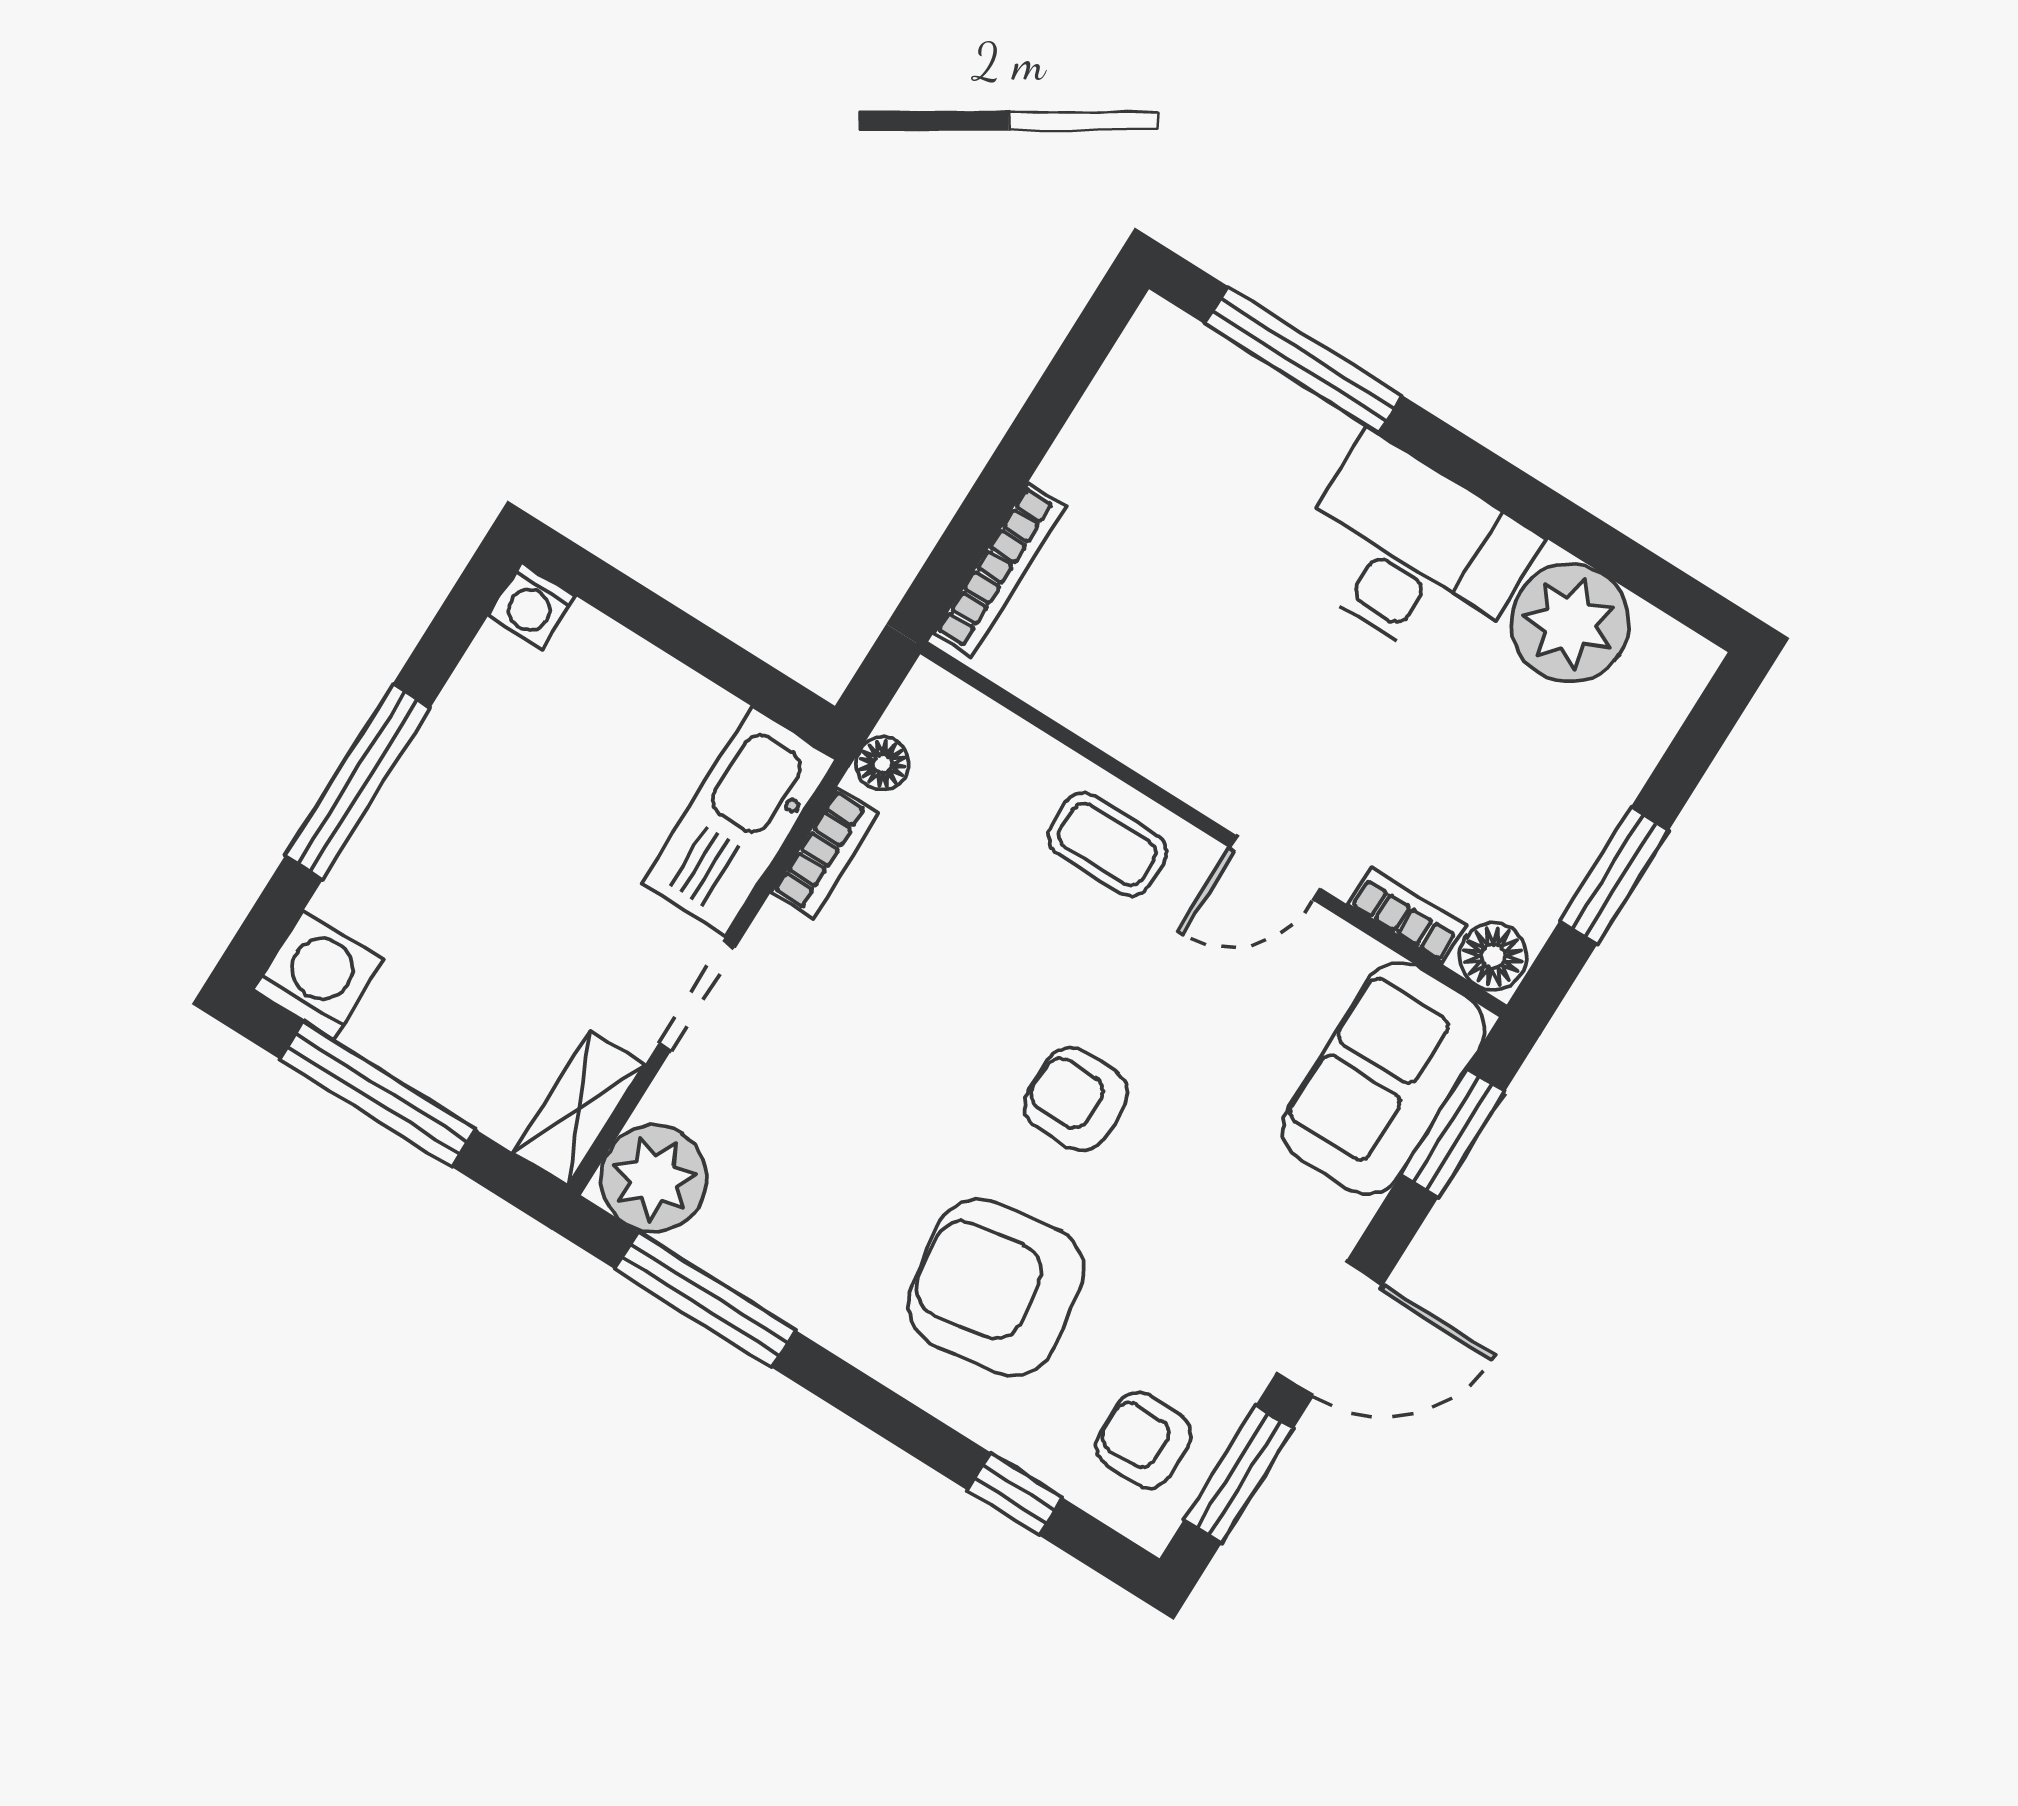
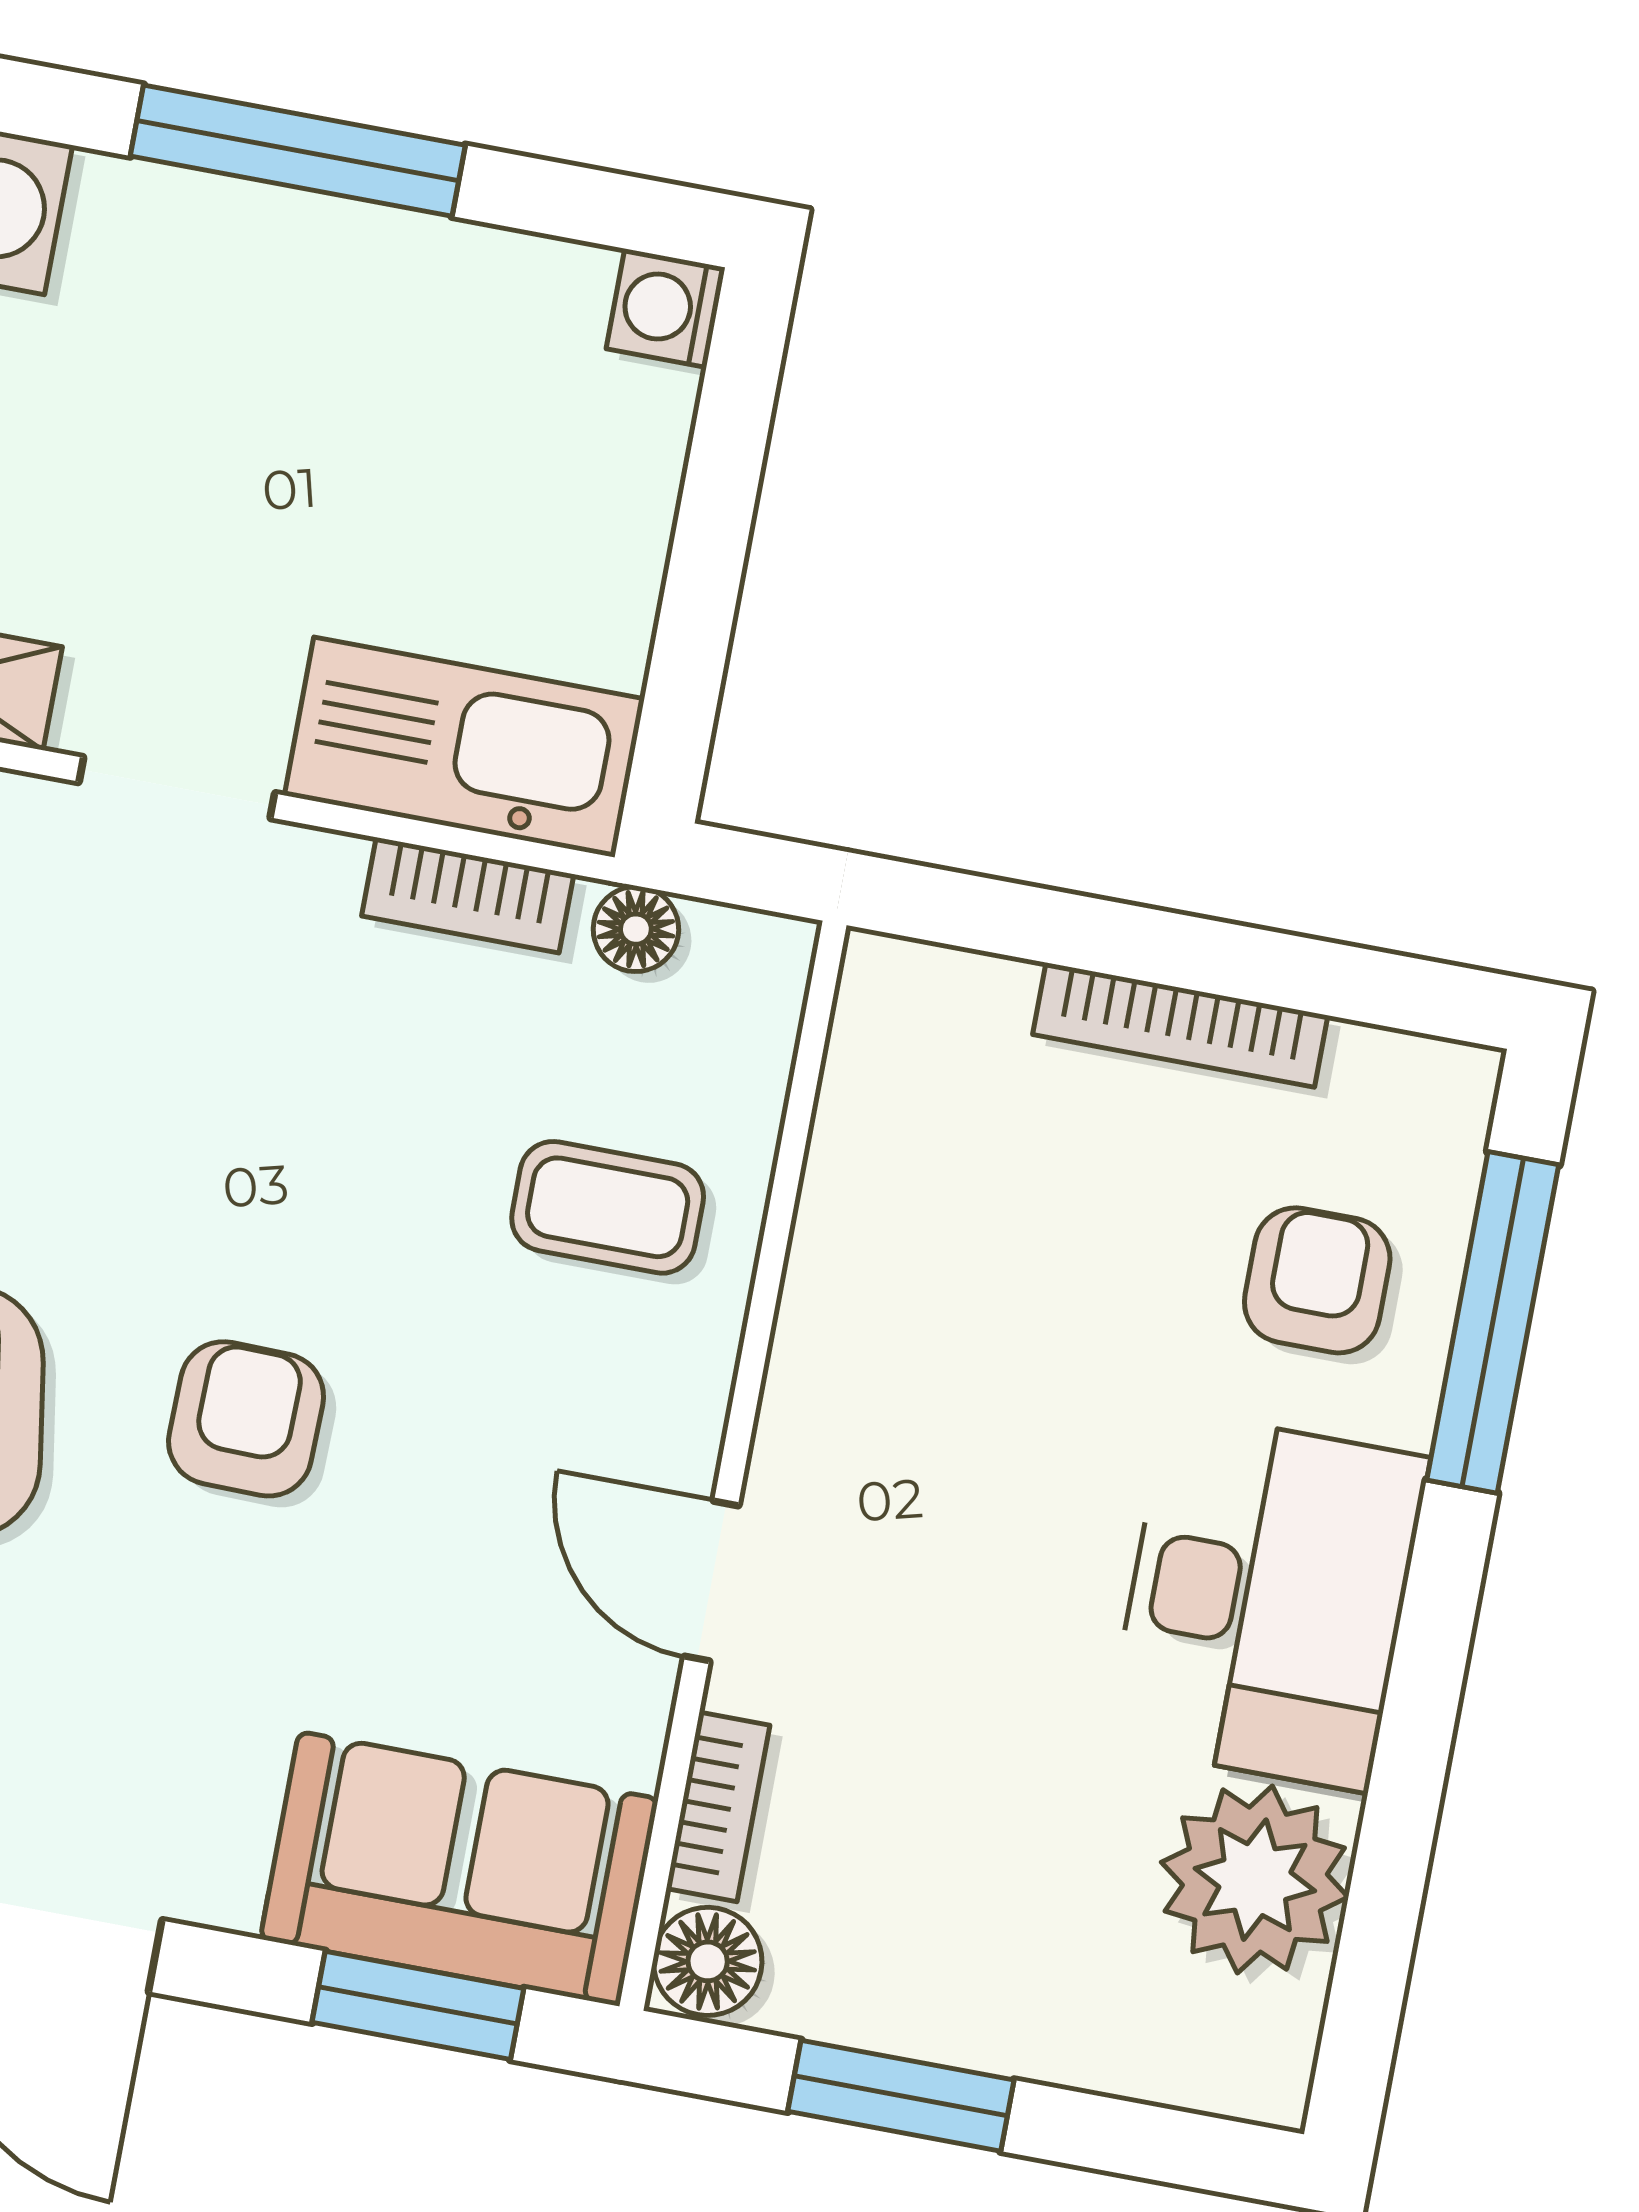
armchair: (1239, 451) -> (1317, 1280), added
bookcase: (1000, 570) -> (1180, 1025), moved
coffee table: (1107, 844) -> (608, 1207), moved, turned 90

